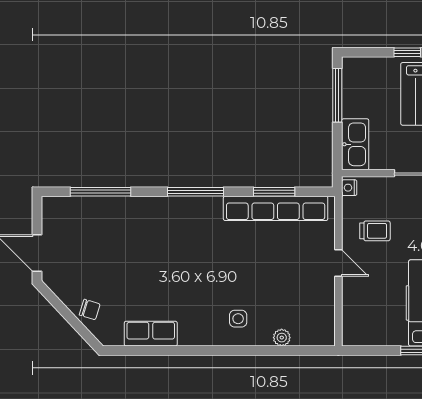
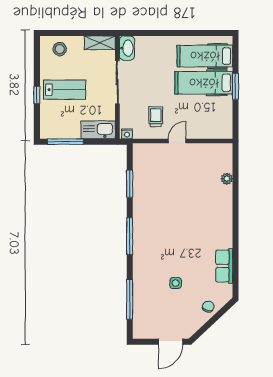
row of seats: (276, 208) -> (141, 183), removed
side table: (238, 319) -> (176, 283), moved

